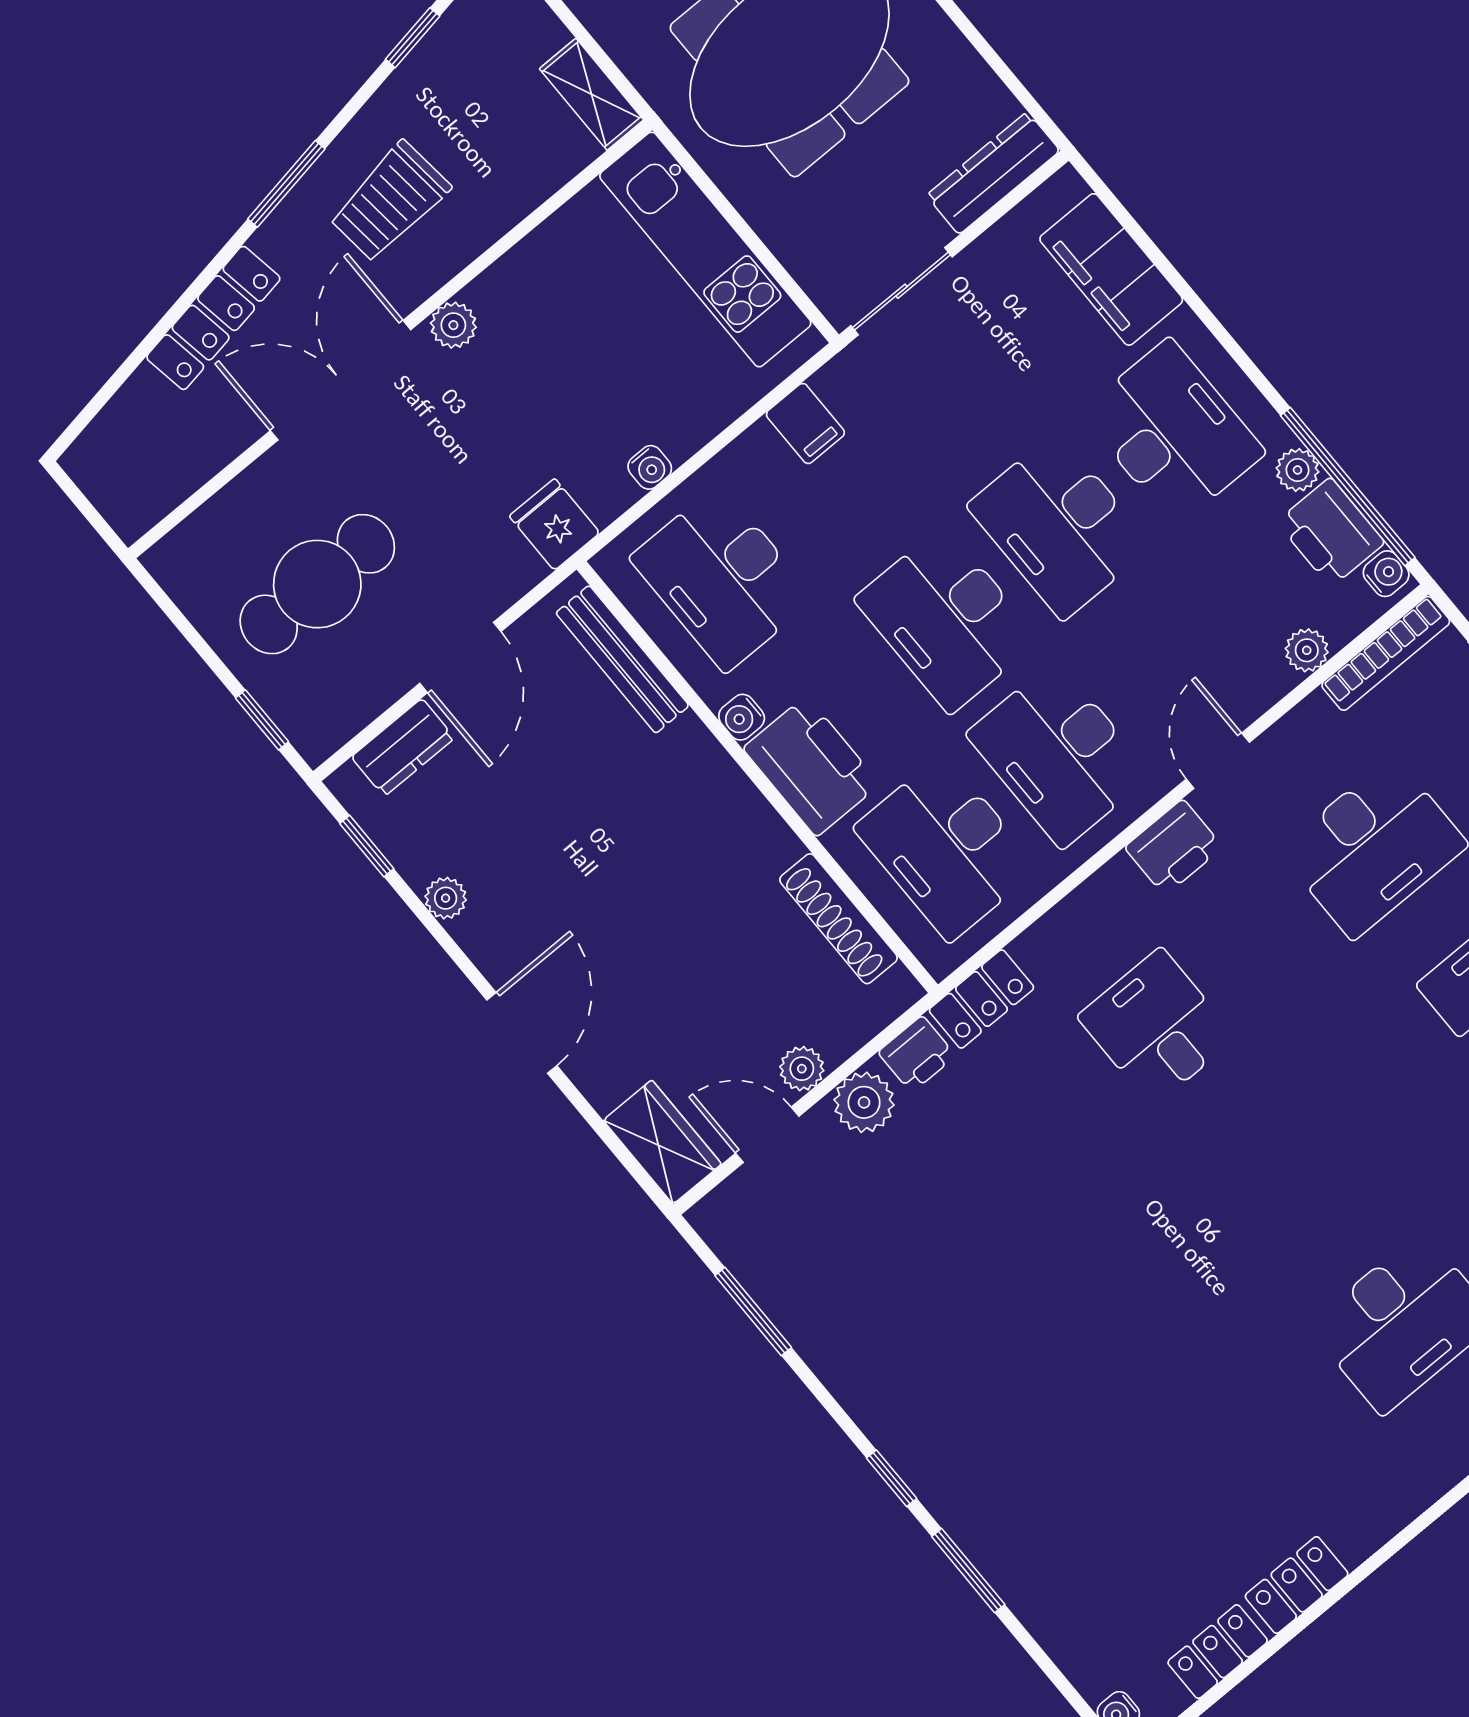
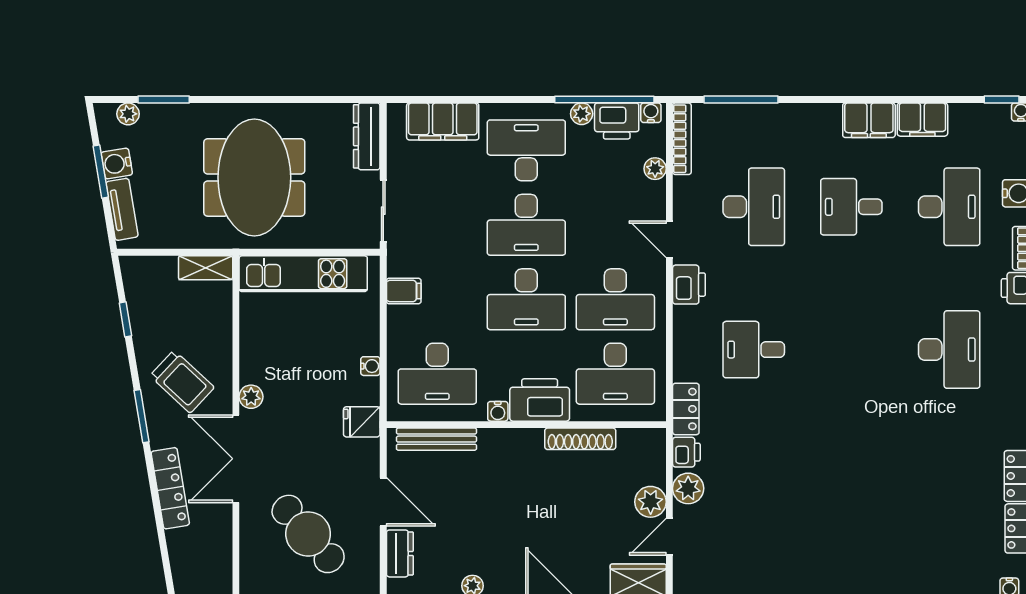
trolley: (390, 202) -> (182, 382), turned -41
cafe table: (317, 584) -> (308, 534), turned -41
shoe rack: (838, 919) -> (580, 439), moved
plant: (802, 1069) -> (651, 502), width x1.38, depth x1.38

